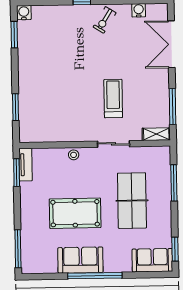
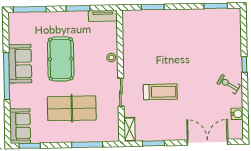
water cooler: (24, 13) -> (235, 14), removed
window: (173, 107) -> (153, 143), width x0.69
window: (17, 173) -> (78, 8), moved

